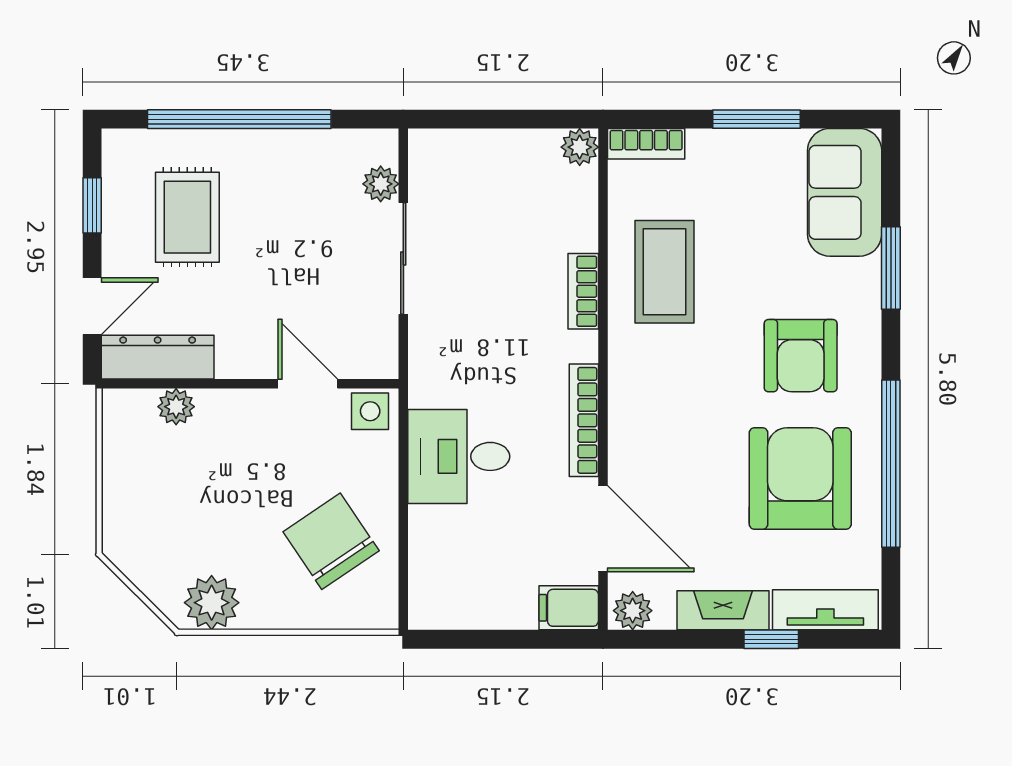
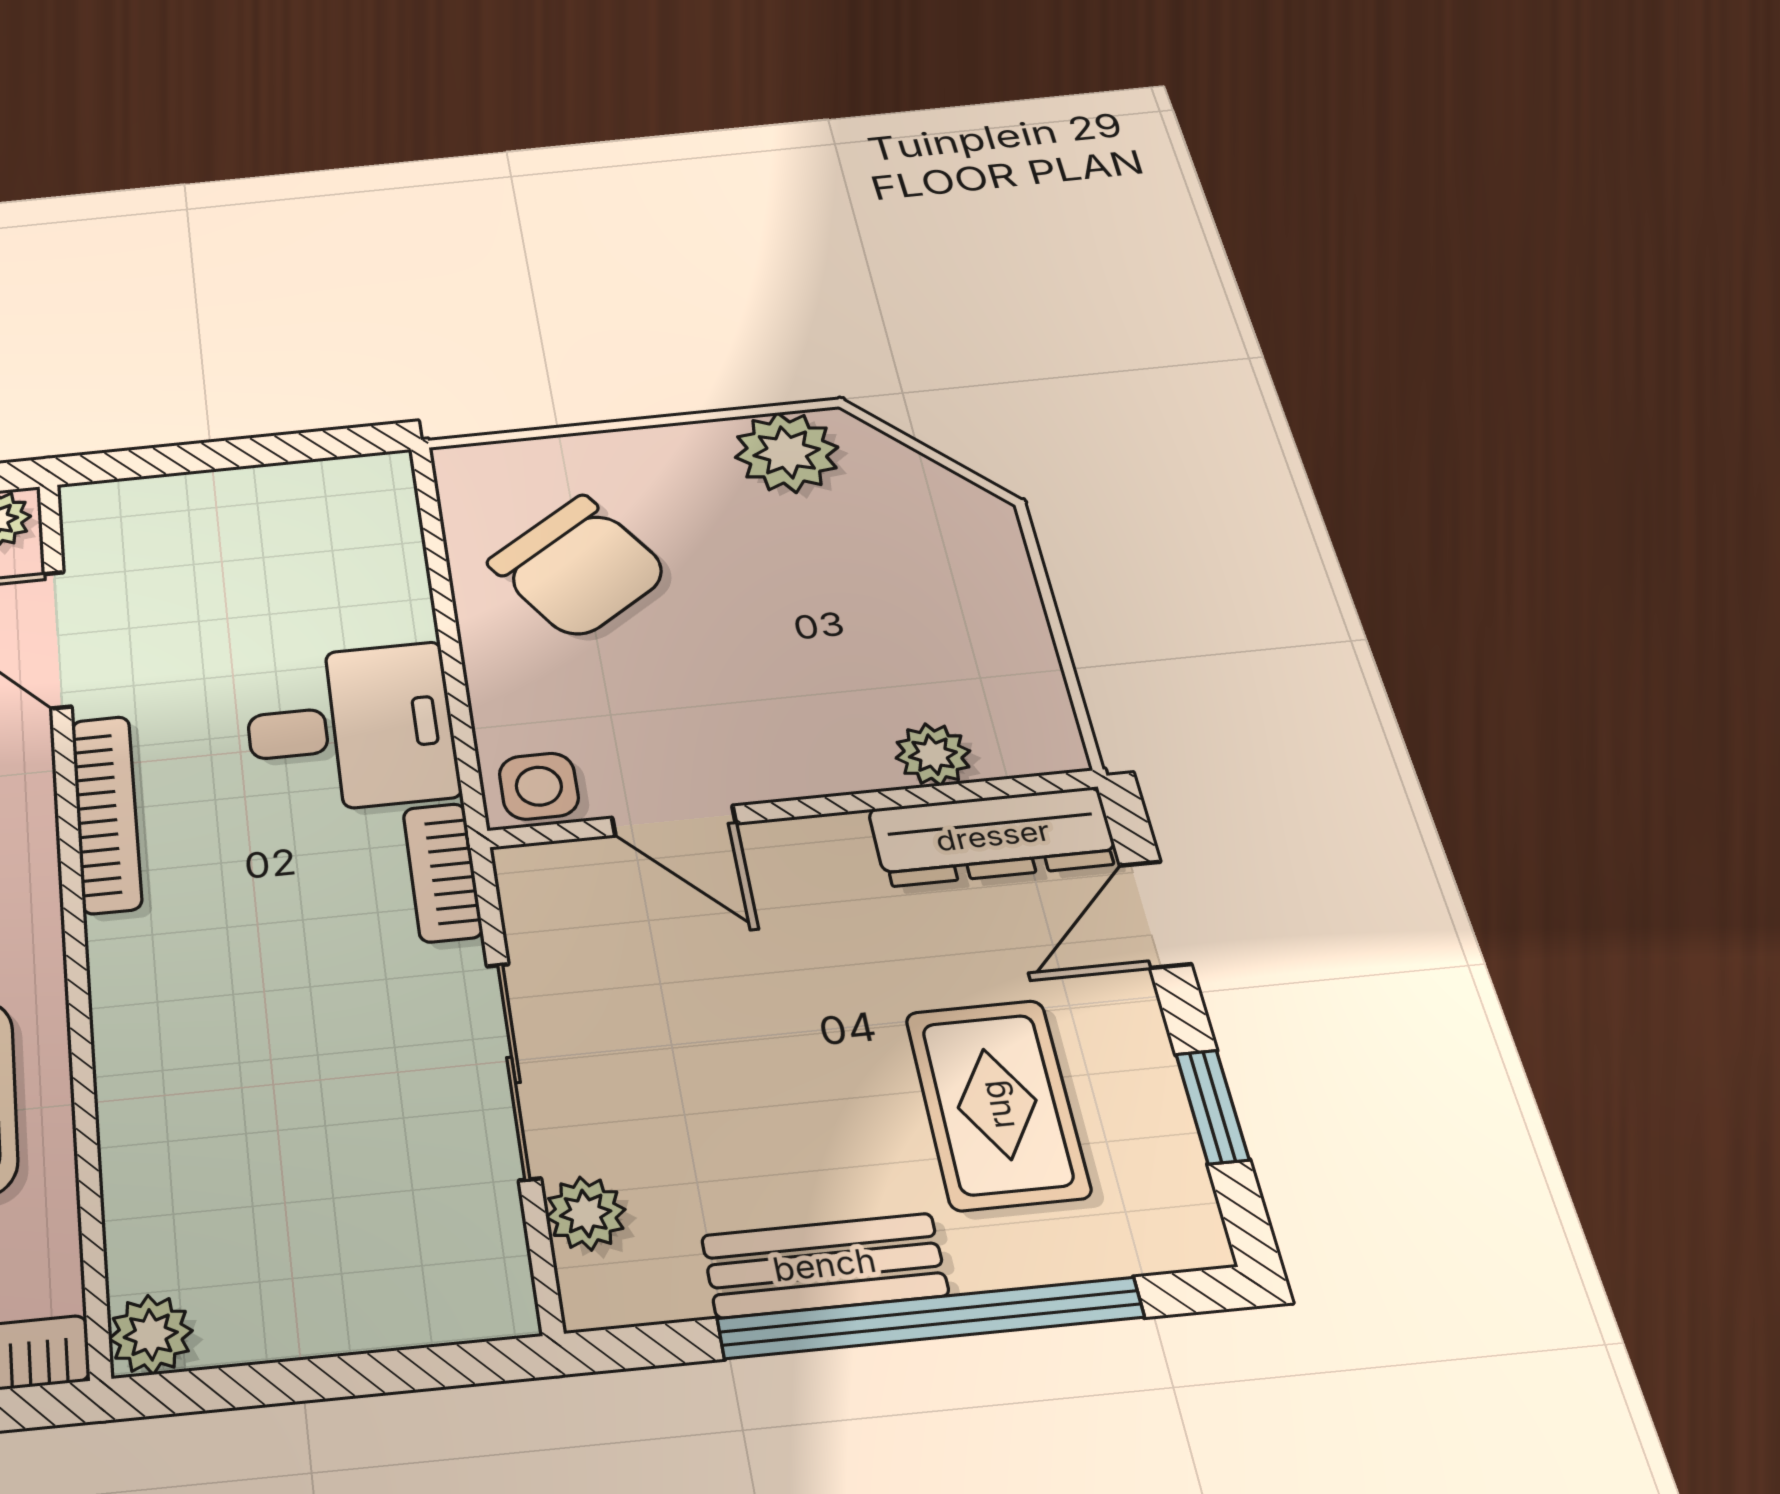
bench: (280, 148) -> (825, 1265), added
bookcase: (583, 291) -> (443, 872), moved, turned 180
filing cabinet: (569, 608) -> (115, 512), removed

